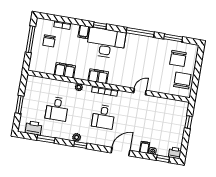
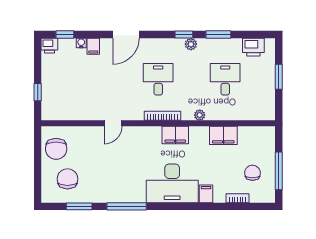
window: (100, 26) -> (185, 206), removed
window: (46, 139) -> (218, 35), moved

